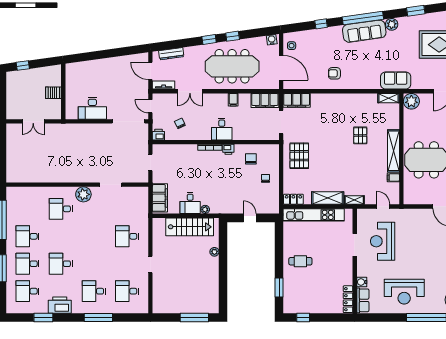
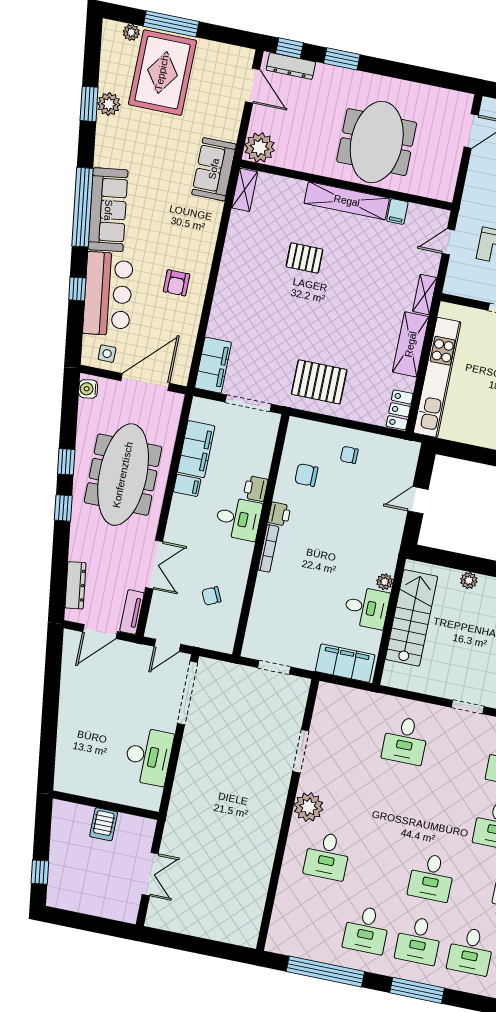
plant: (392, 24) -> (109, 104), moved
bar counter: (322, 40) -> (108, 294), added
filing cabinet: (265, 101) -> (196, 449), moved
printer: (158, 135) -> (256, 489), moved

